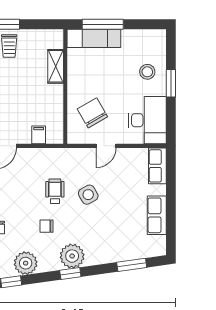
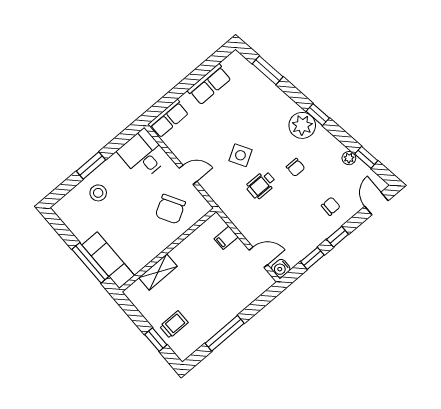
desk: (147, 120) -> (143, 154), width x0.73
plant: (26, 263) -> (349, 158), width x0.53, depth x0.53

